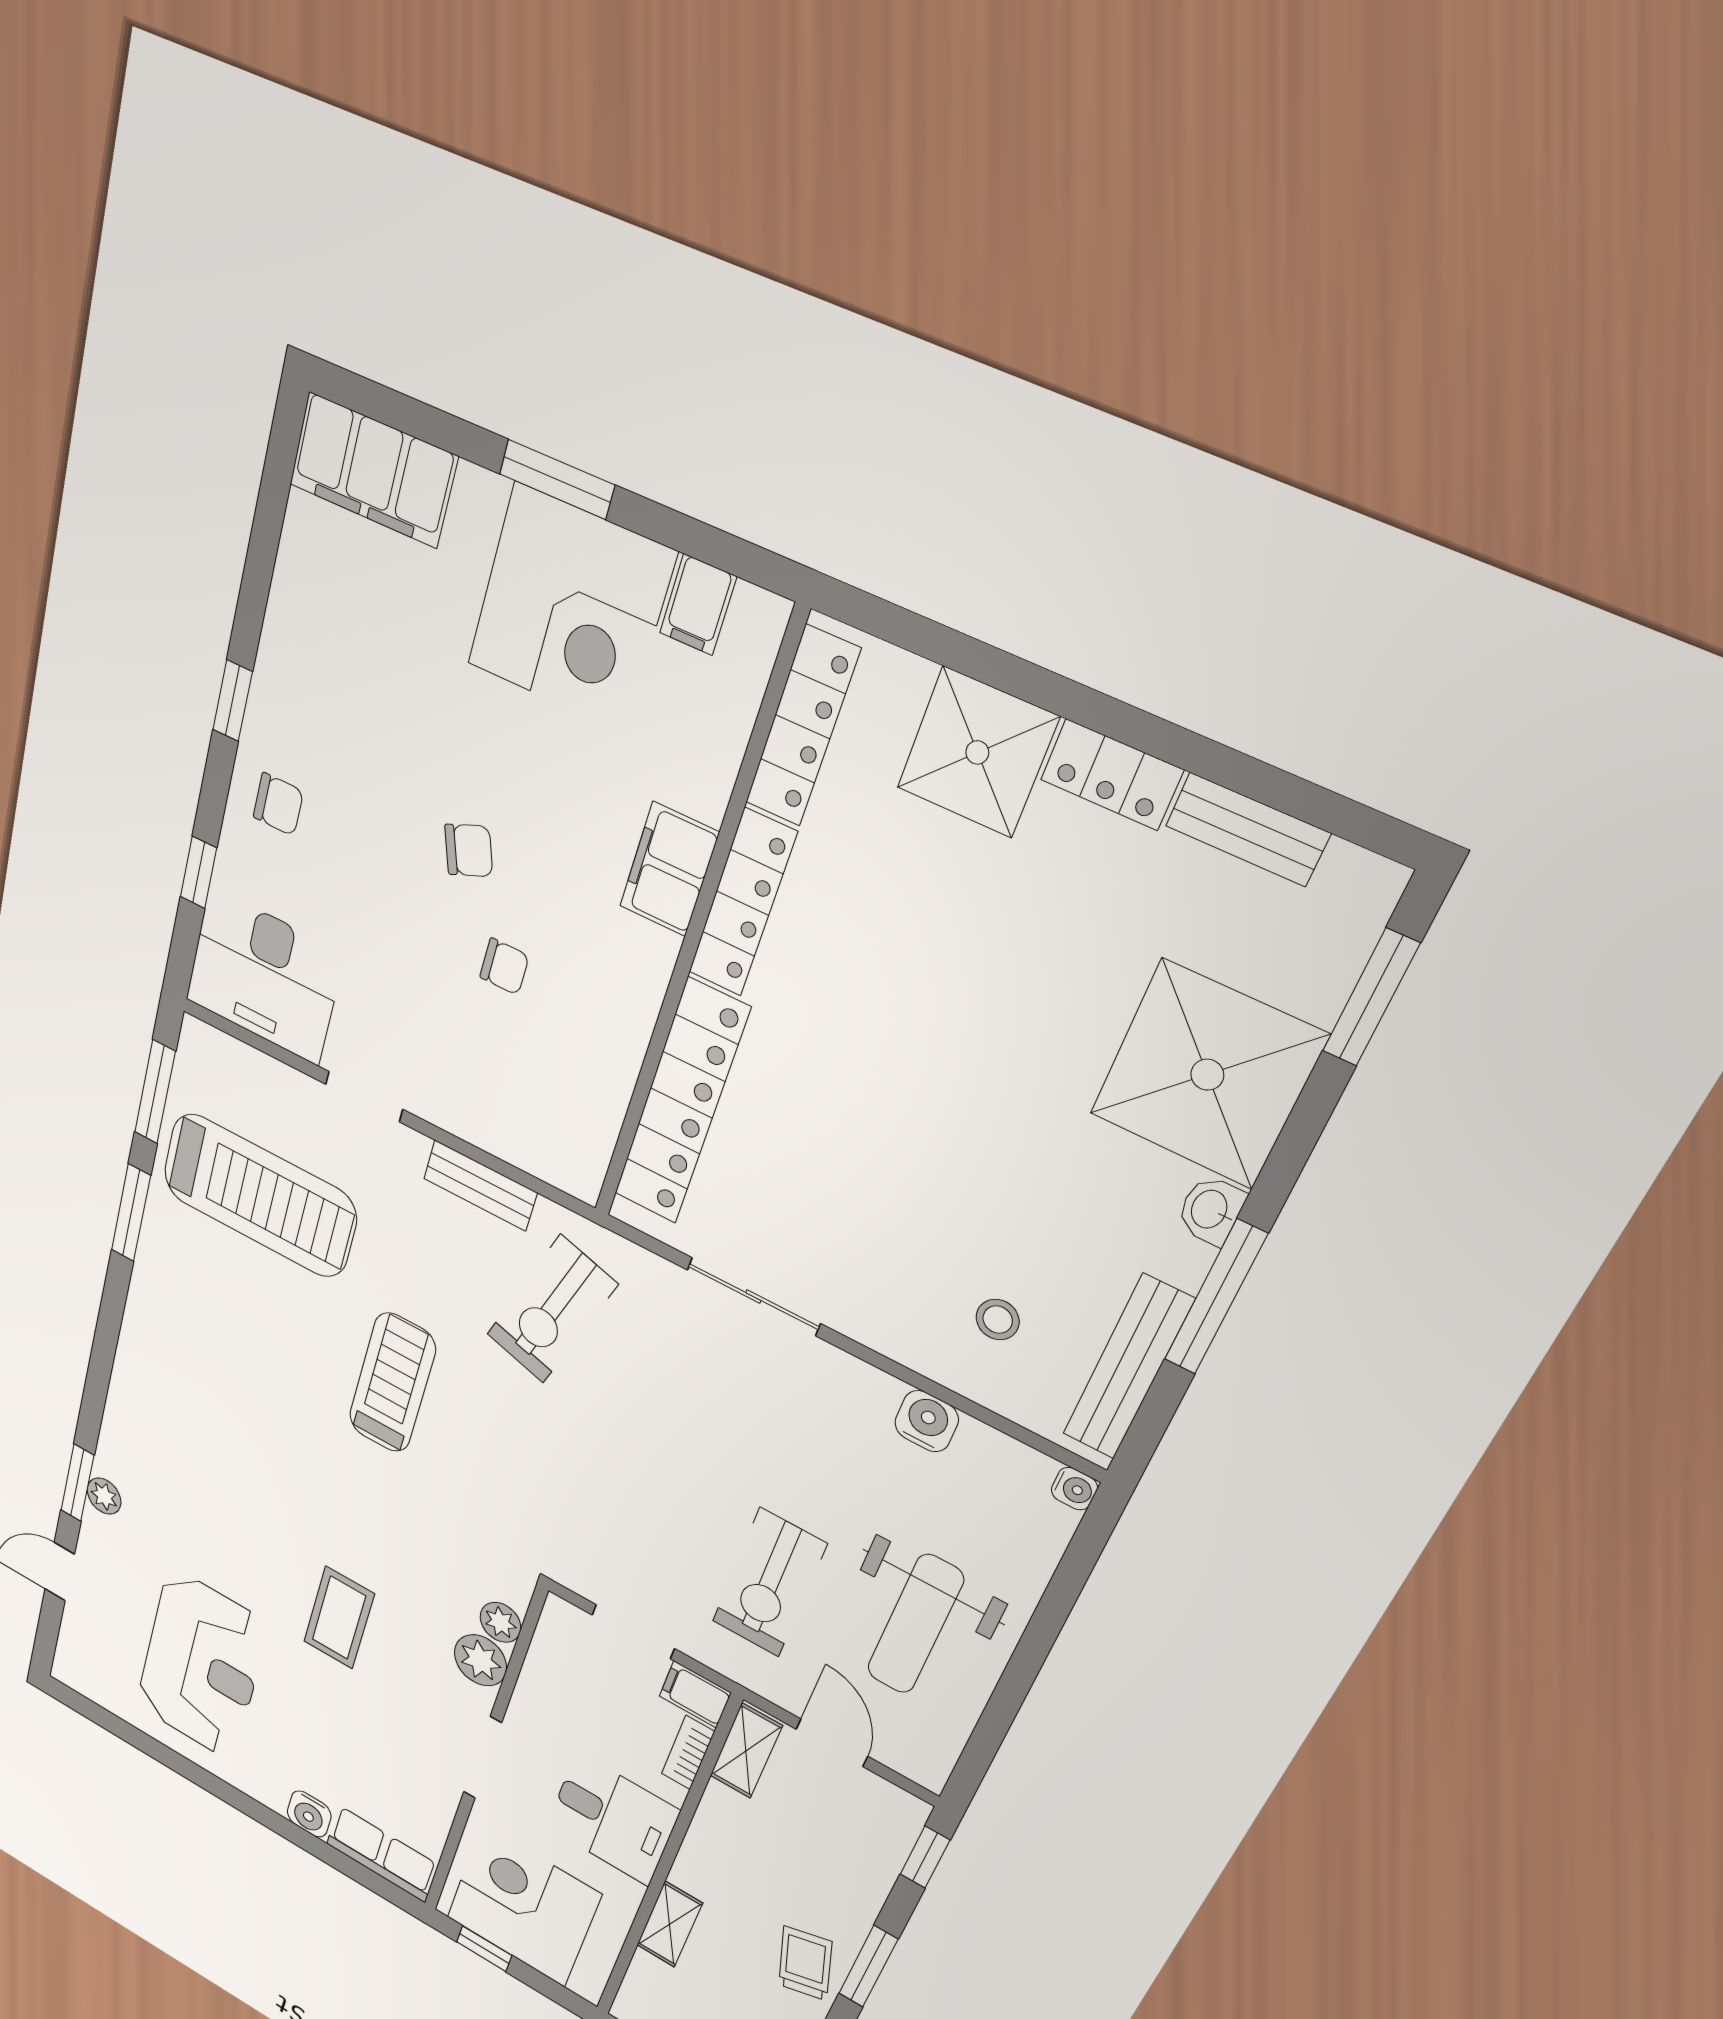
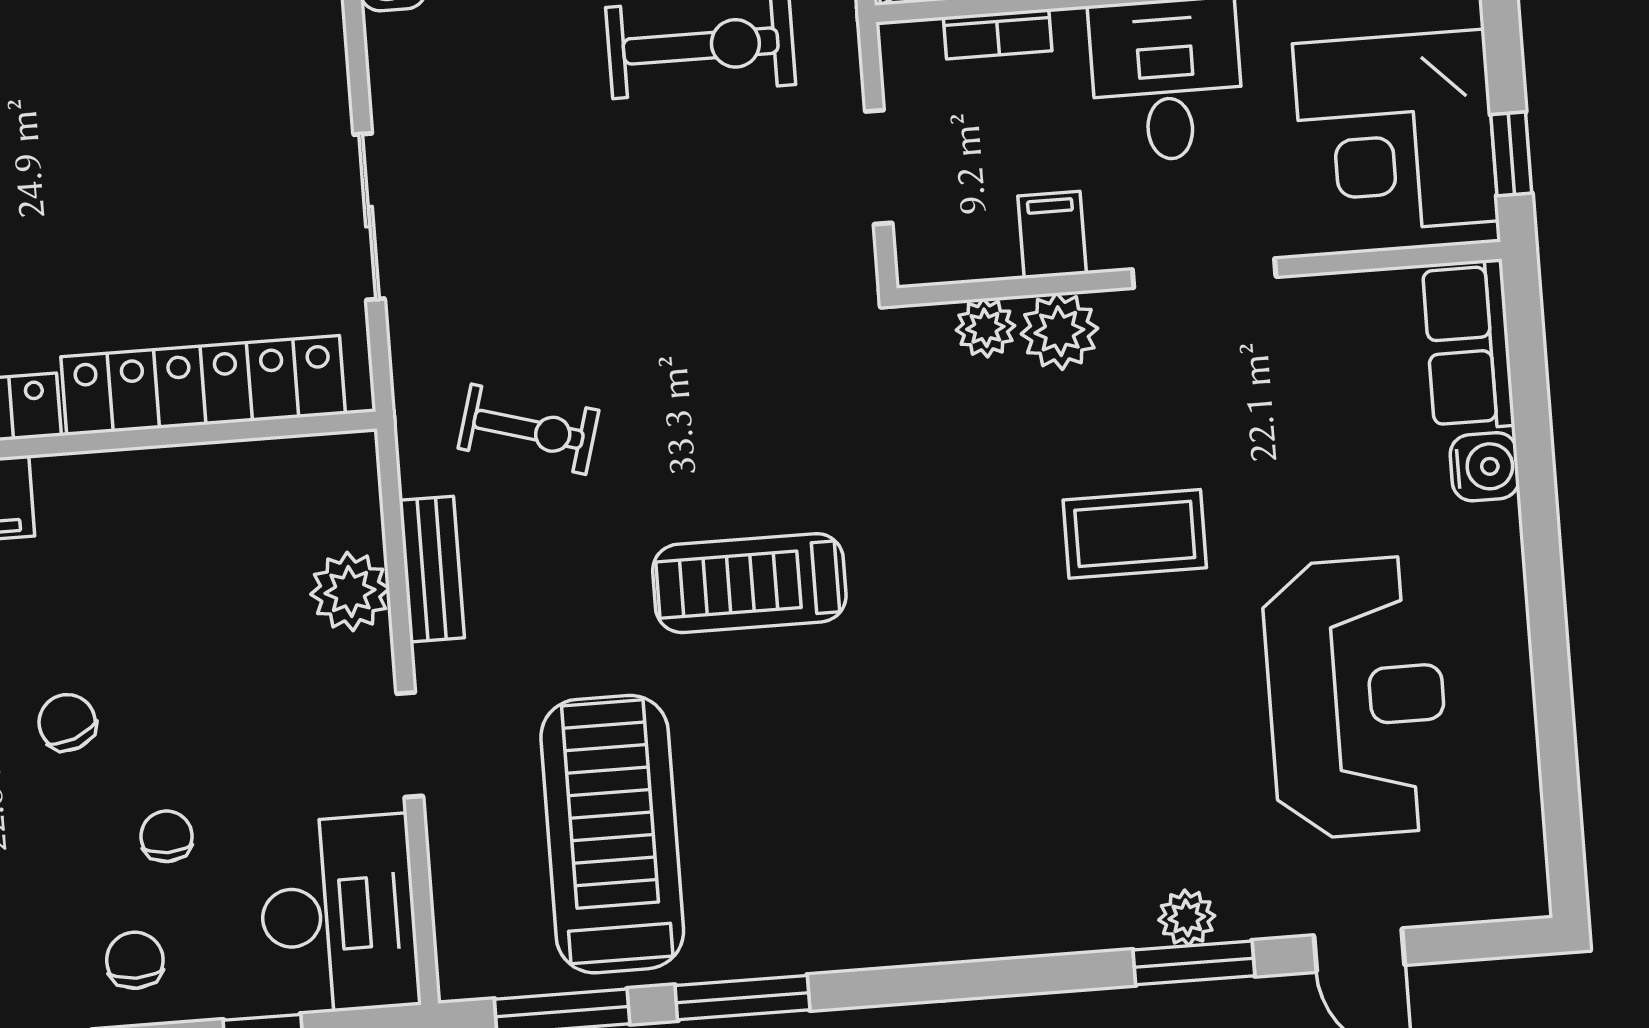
chair: (504, 967) -> (167, 836), moved
plant: (486, 1119) -> (350, 591), added
exercise bike: (552, 1309) -> (529, 429), width x0.73, depth x0.72
reception desk: (201, 1665) -> (1356, 698), turned 90
filing cabinet: (695, 1694) -> (1052, 235), moved, turned 180

